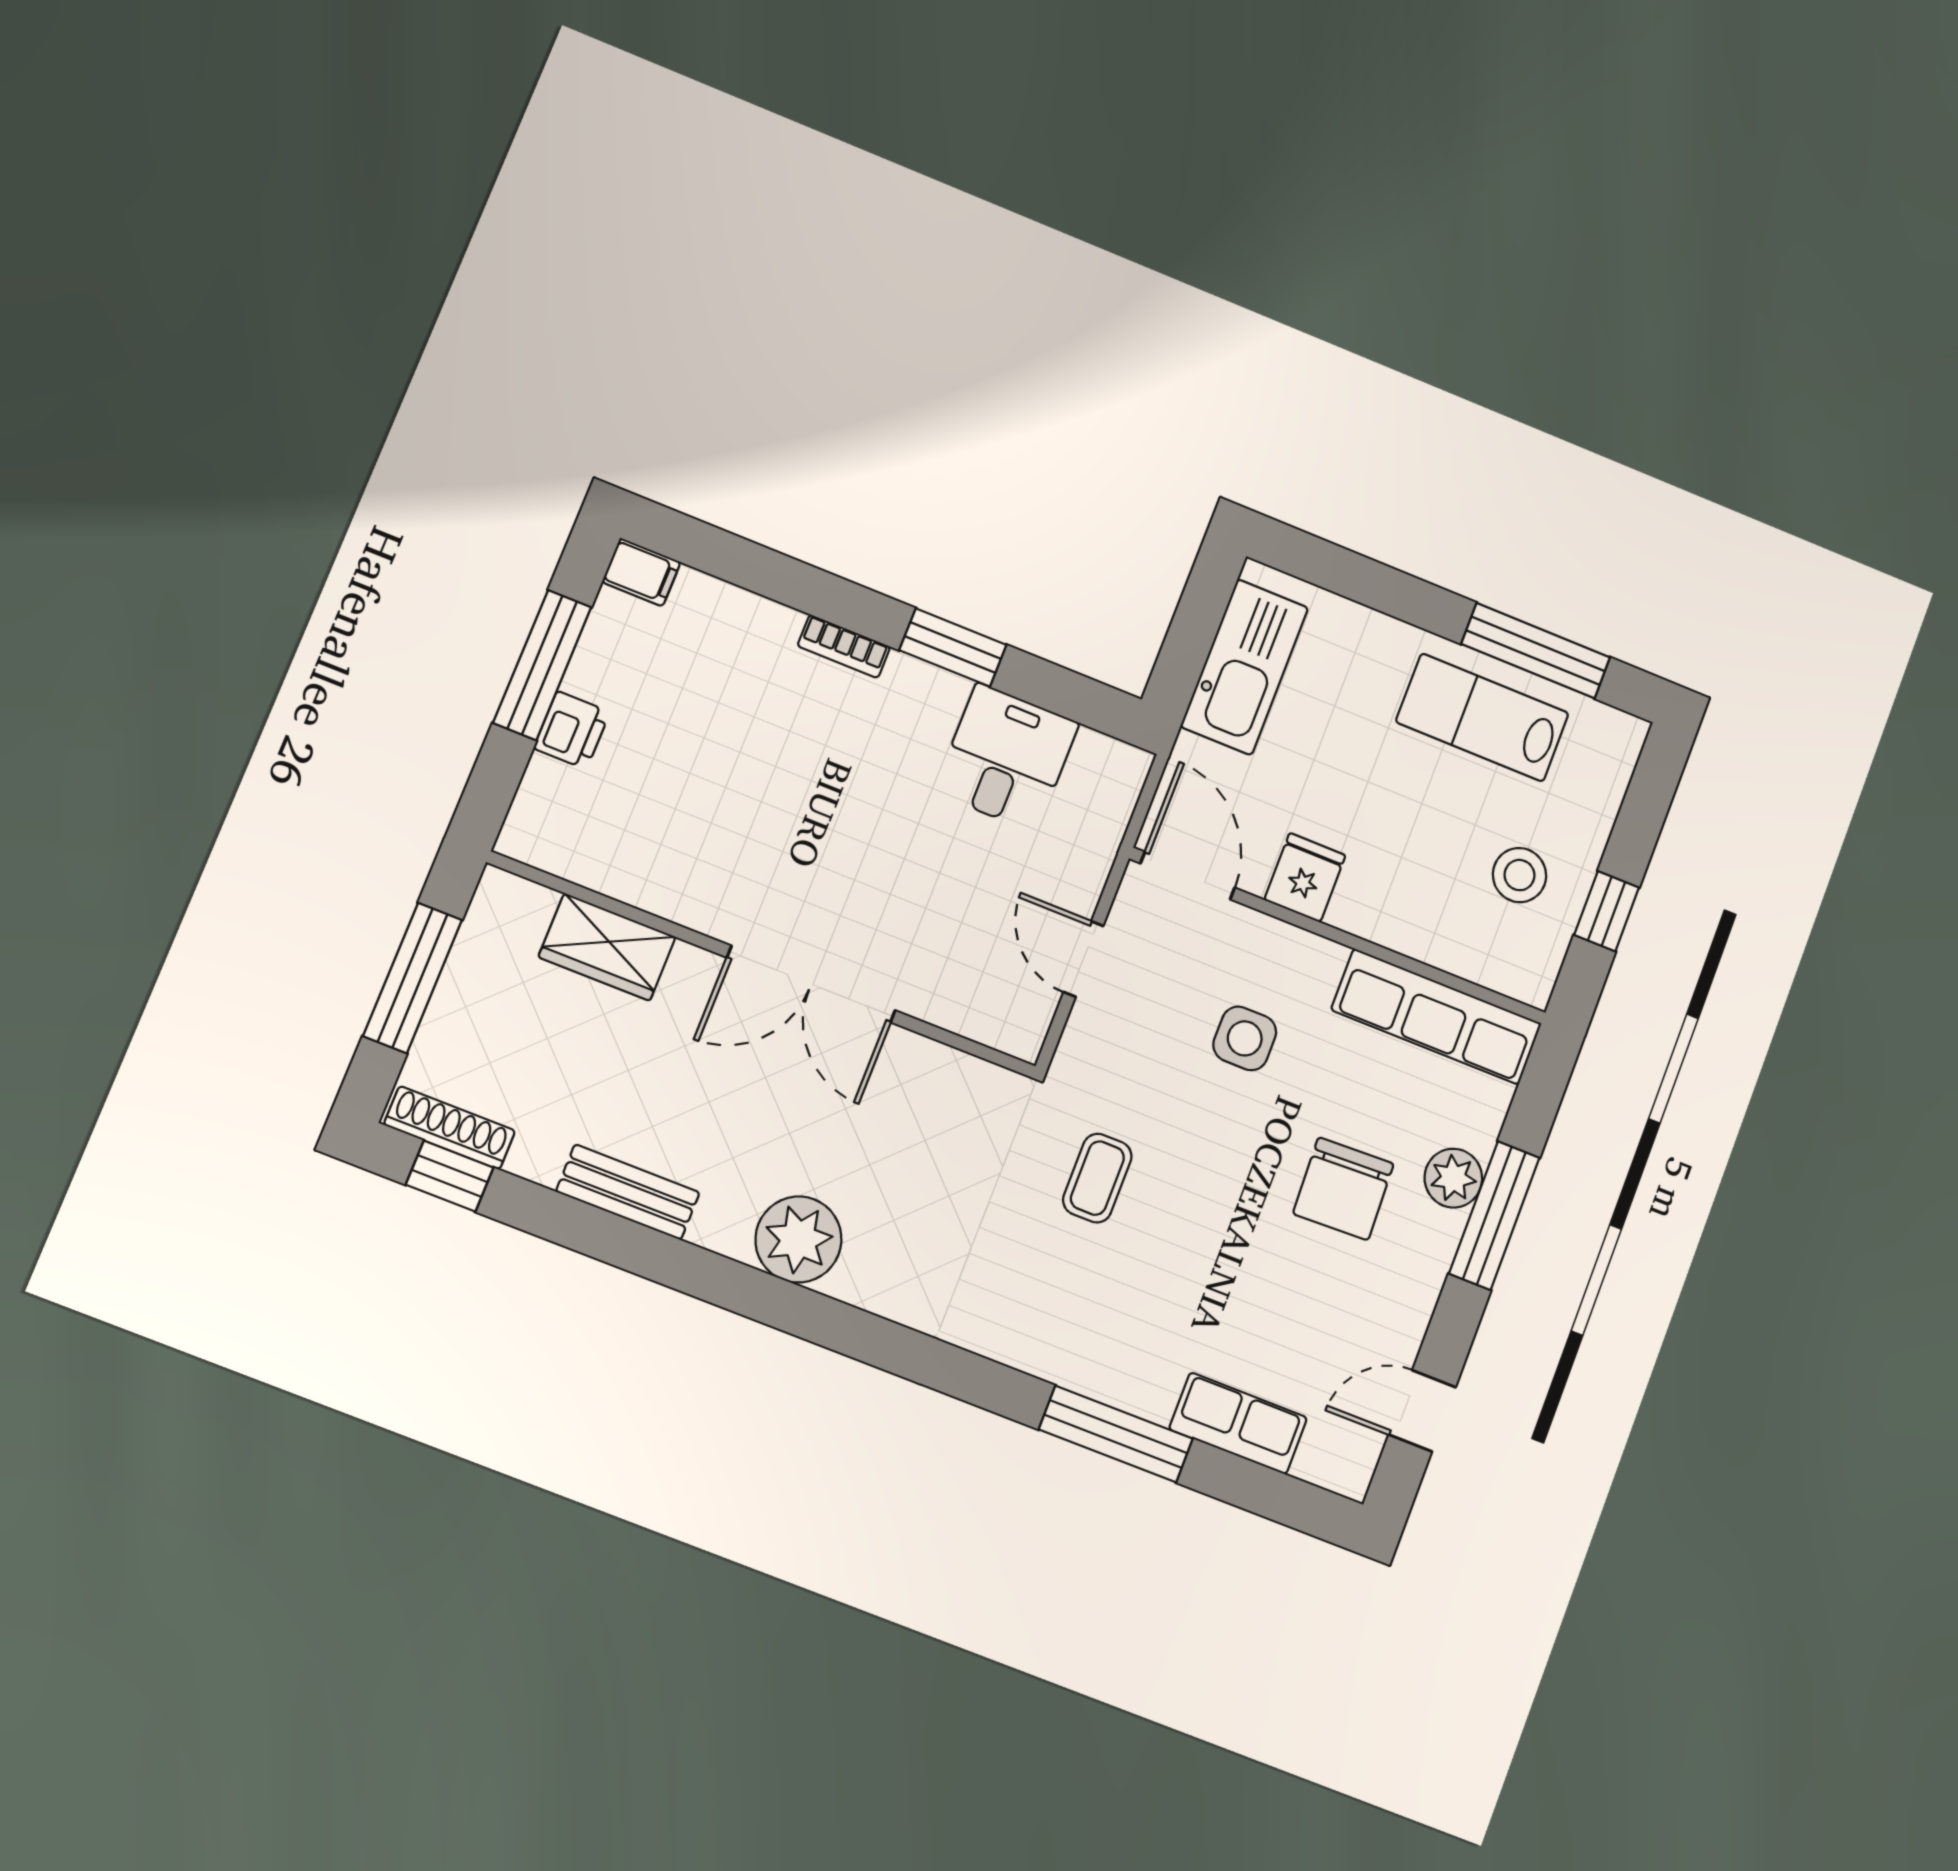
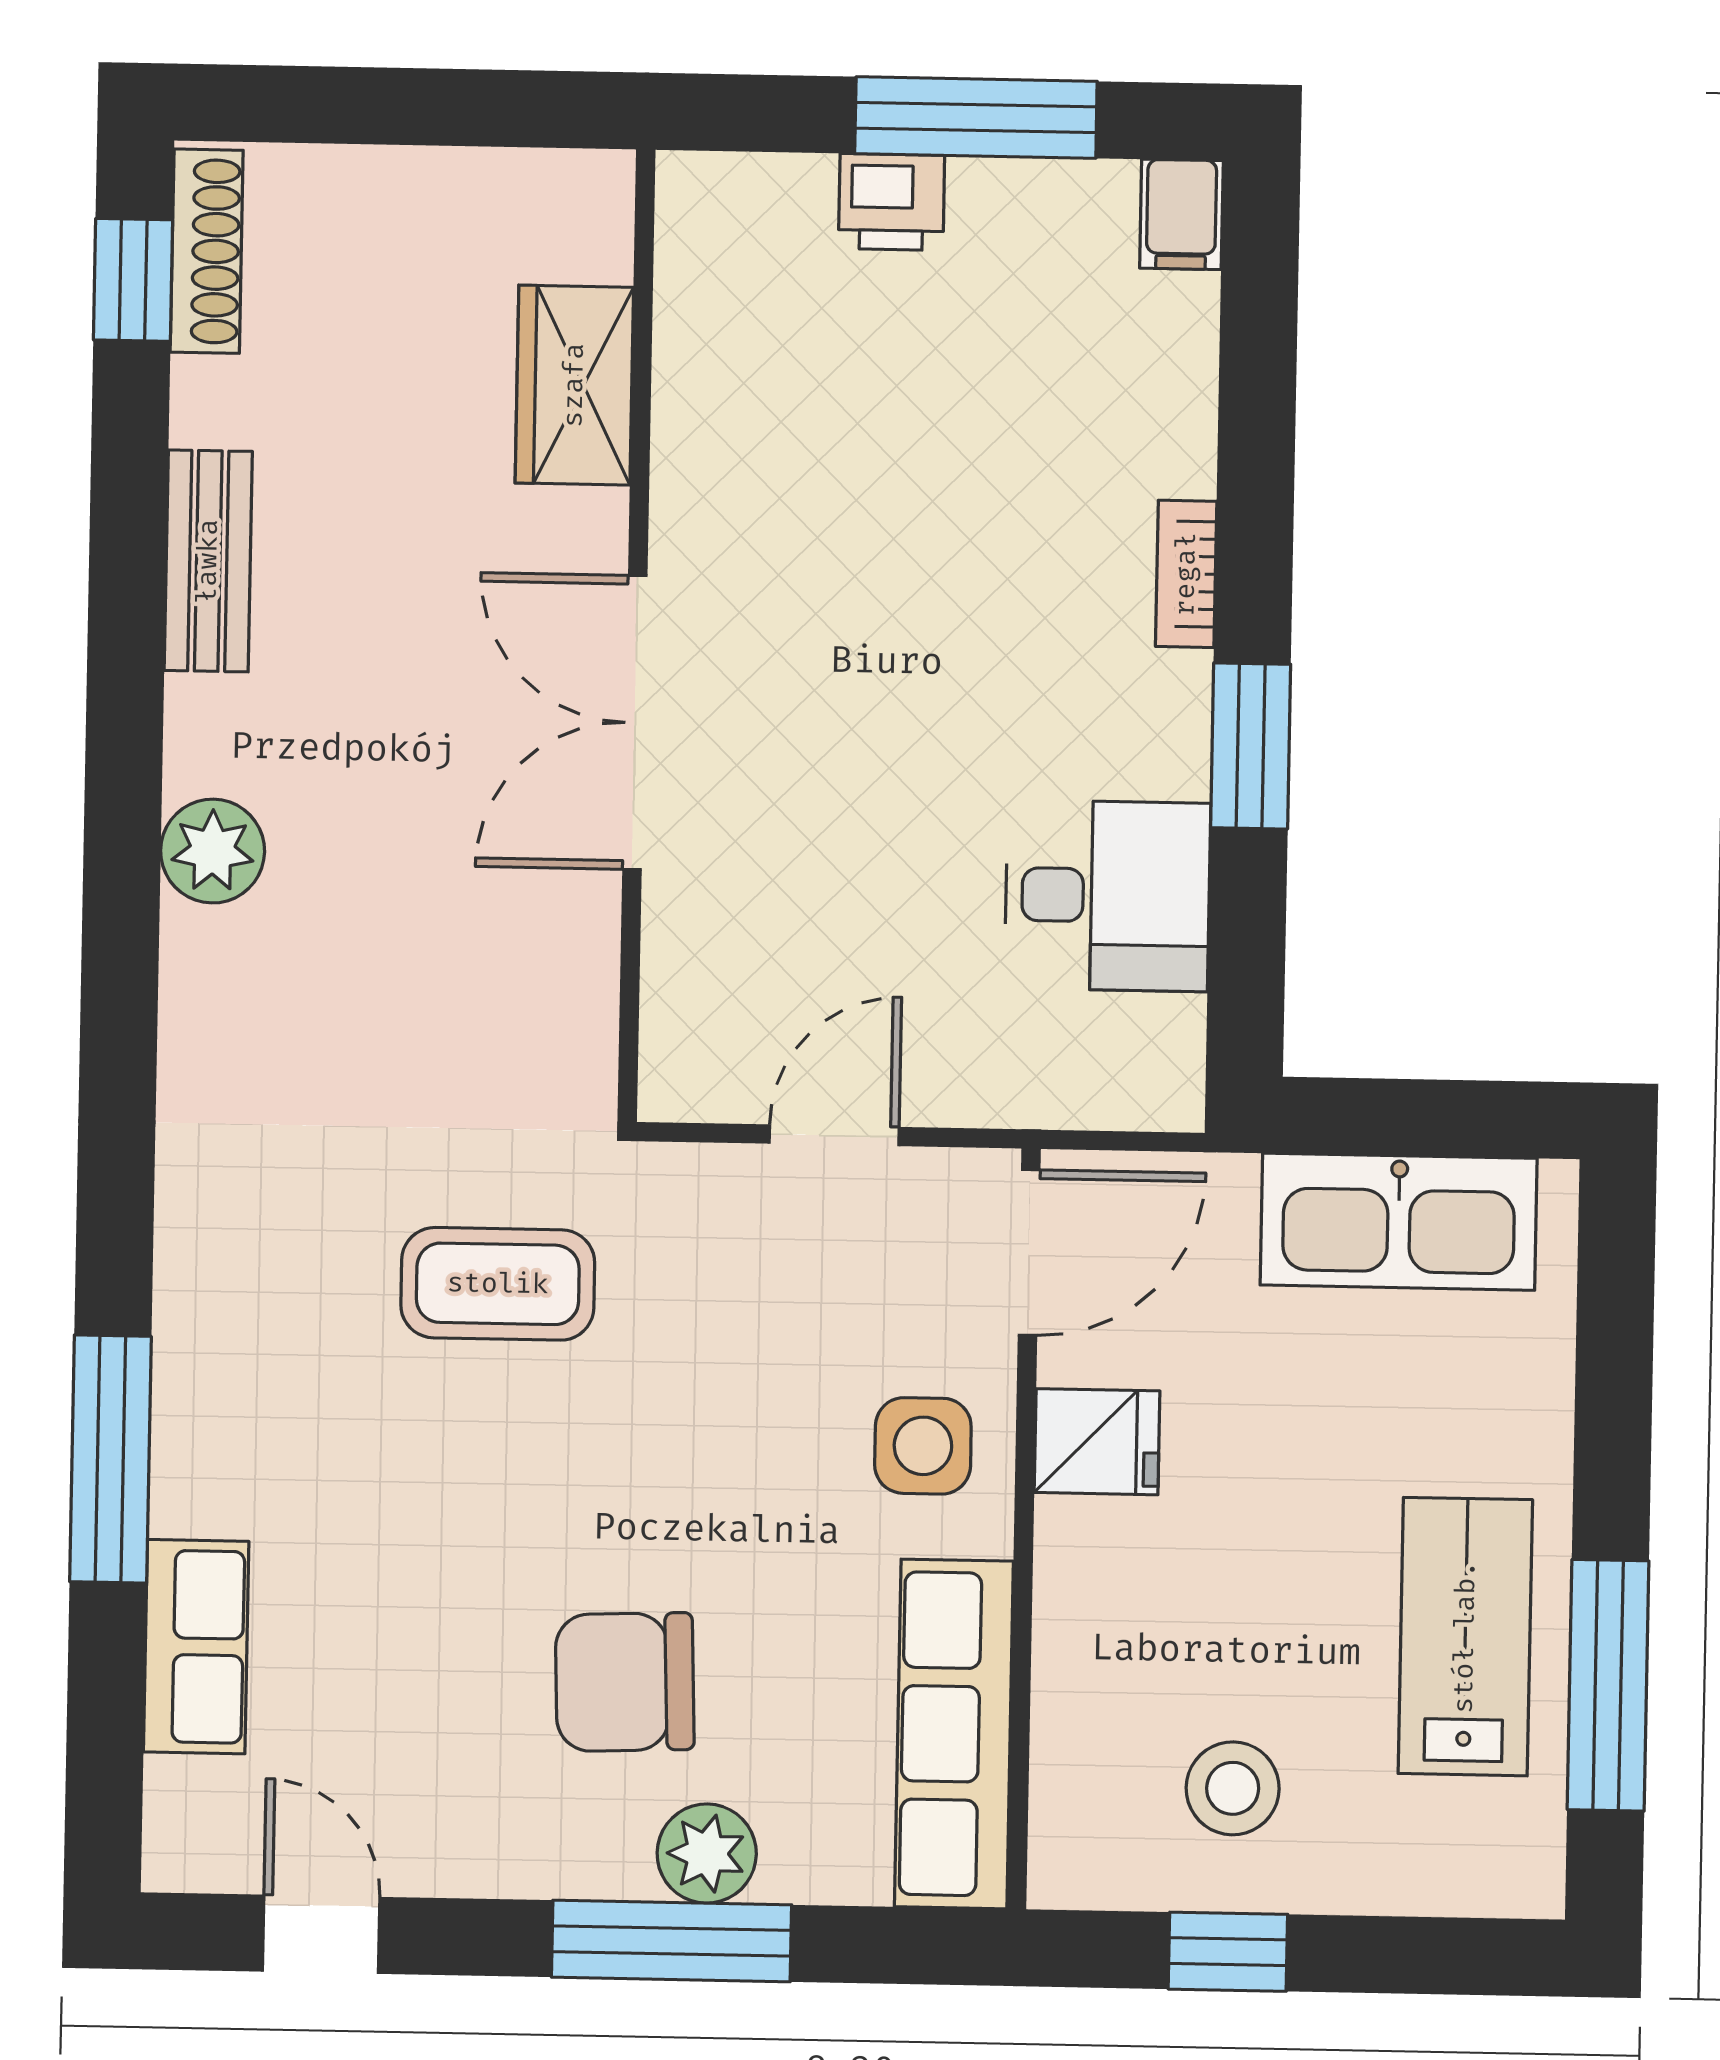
window: (413, 978) -> (415, 107), removed
side table: (1245, 1038) -> (923, 1446), moved
coffee table: (1097, 1178) -> (498, 1284), width x1.36, depth x1.30
plant: (798, 1239) -> (213, 851), width x0.73, depth x0.73

